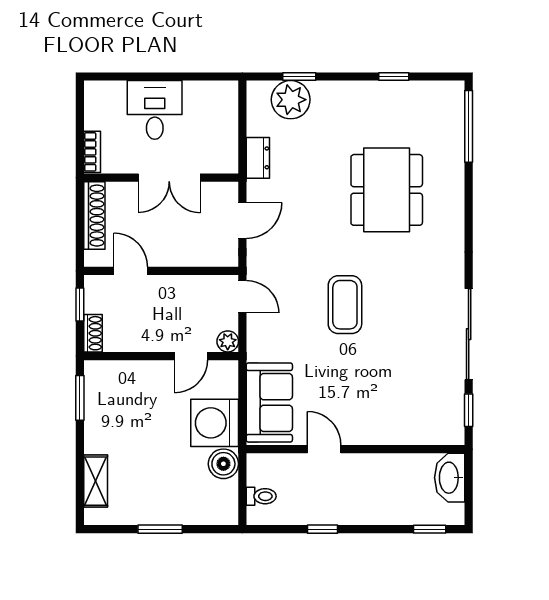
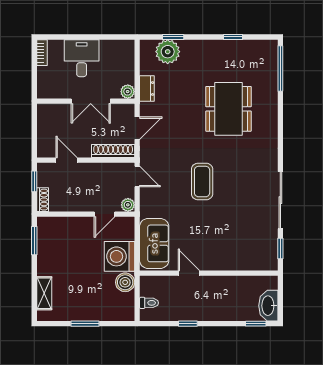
bookcase: (92, 152) -> (42, 53), moved
plant: (227, 163) -> (128, 92), added
shoe rack: (94, 216) -> (113, 151), moved, turned -90
washbasin: (450, 478) -> (268, 306), moved

